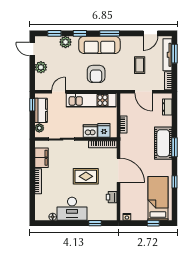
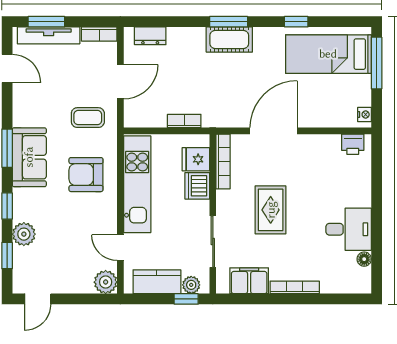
sofa: (99, 45) -> (29, 157), width x0.73
coffee table: (140, 65) -> (88, 118), moved
plant: (41, 67) -> (106, 282), moved
armchair: (96, 74) -> (86, 175), turned 180
window: (32, 105) -> (186, 299), moved
cot: (163, 143) -> (229, 39), width x0.73, depth x0.75
rug: (86, 176) -> (271, 210), moved
printer: (112, 197) -> (353, 144), moved
desk: (72, 209) -> (349, 229), width x0.73
window: (95, 223) -> (377, 177), removed
window: (153, 223) -> (377, 63), width x2.17

